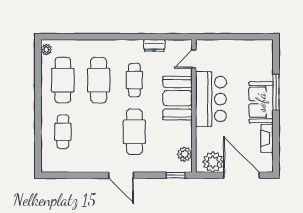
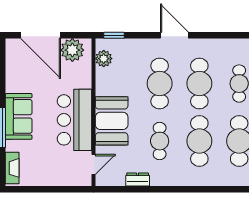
cafe table: (99, 132) -> (199, 84), added
fireplace: (267, 138) -> (12, 168), moved

